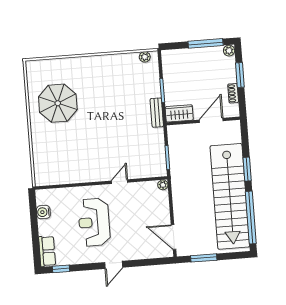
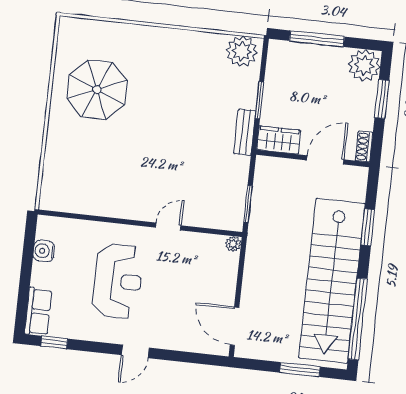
window: (206, 43) -> (317, 39), moved
plant: (229, 51) -> (364, 65), width x1.87, depth x1.87
plant: (145, 57) -> (242, 51), width x1.88, depth x1.88
shoe rack: (233, 93) -> (364, 147), moved
window: (247, 169) -> (368, 227), moved
reception desk: (94, 222) -> (118, 281), turned 180
window: (204, 258) -> (300, 370), moved

